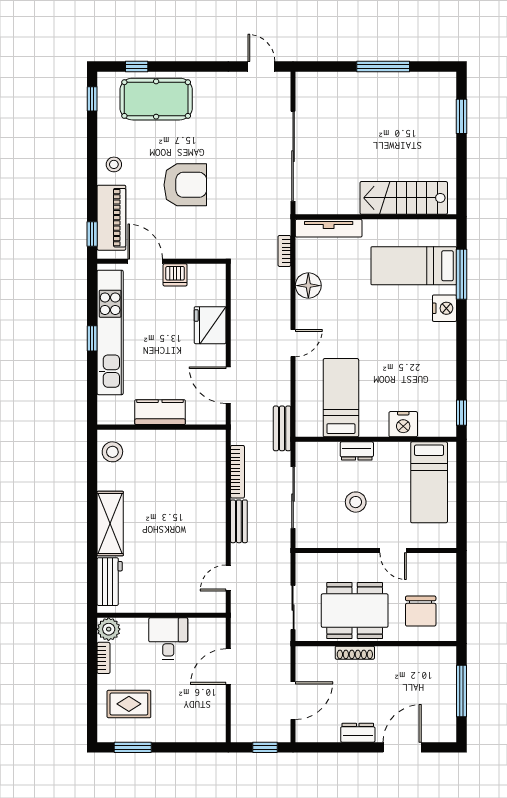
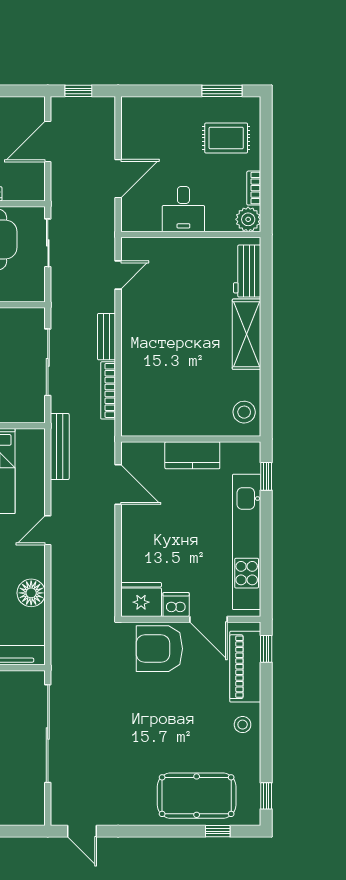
armchair: (185, 185) -> (159, 649), moved
bookcase: (284, 251) -> (57, 630), removed
fridge: (210, 325) -> (141, 599), moved, turned -90
window: (92, 338) -> (266, 476), moved
bench: (282, 428) -> (60, 446), width x1.36

